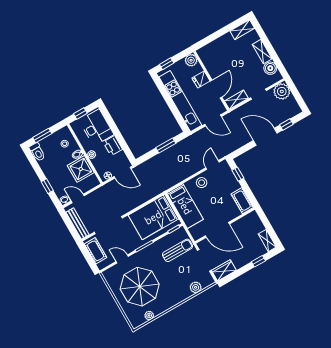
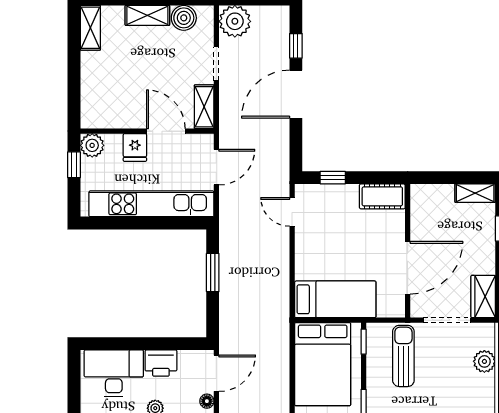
window: (167, 64) -> (74, 165), moved
window: (80, 114) -> (74, 387), removed
stool: (202, 183) -> (311, 248), removed

